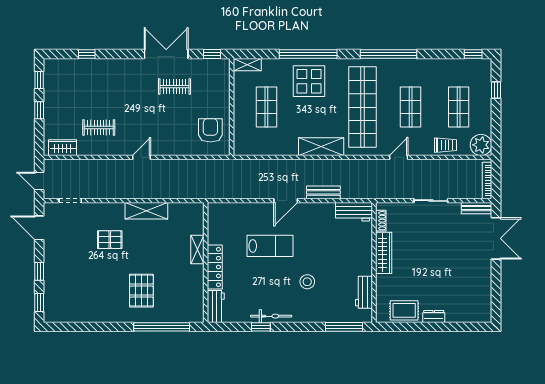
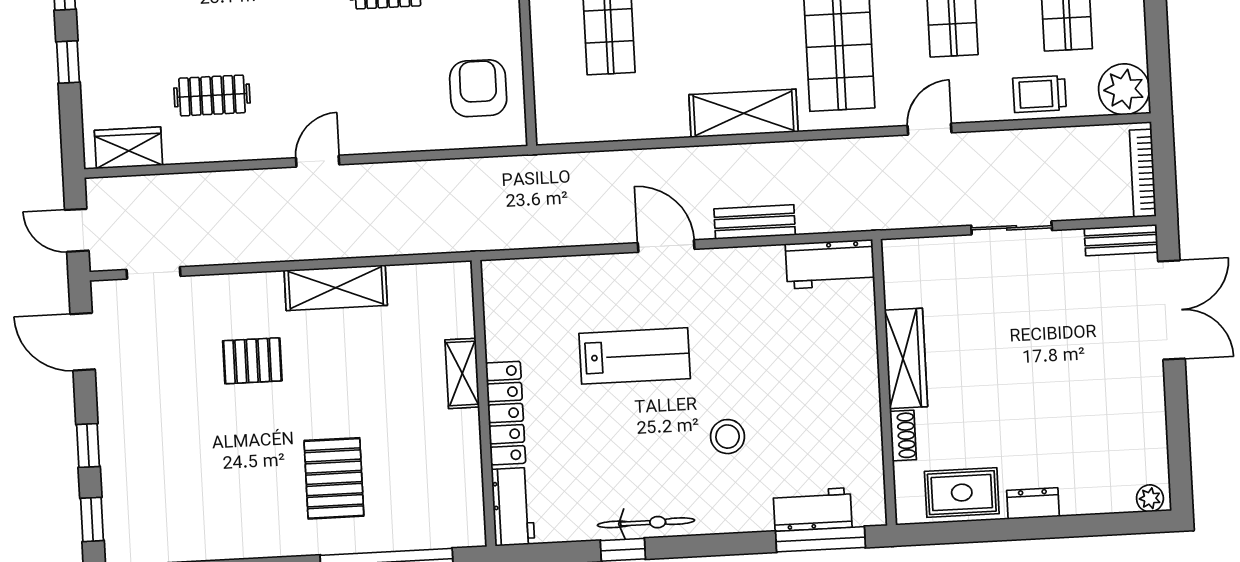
trolley: (445, 145) -> (1040, 94), turned 180
door: (286, 201) -> (666, 246), swing flipped
shoe rack: (381, 221) -> (903, 436), moved
workbench: (364, 292) -> (813, 510), moved, turned 90
plant: (483, 317) -> (1150, 498), added

